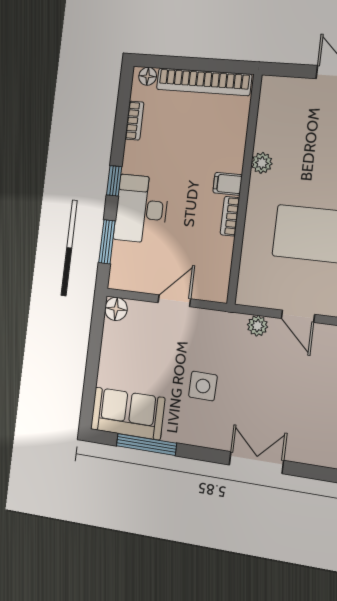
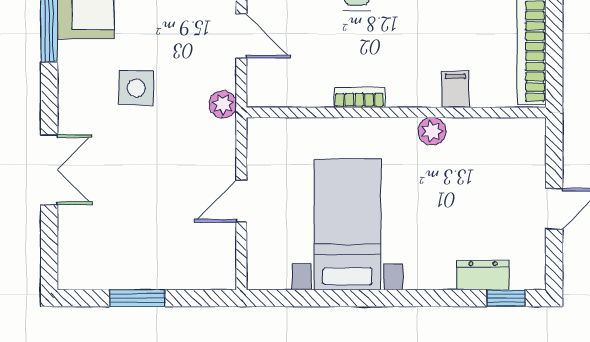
filing cabinet: (228, 184) -> (455, 89), moved
plant: (257, 326) -> (223, 104), moved

